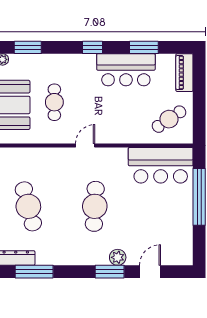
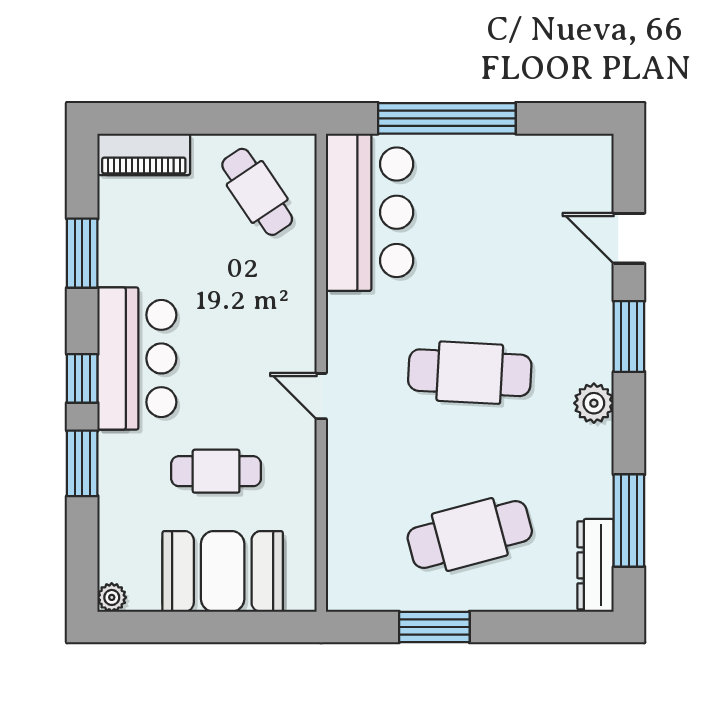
window: (28, 47) -> (82, 463), moved
bar counter: (126, 70) -> (137, 358), moved
plant: (118, 257) -> (594, 403), moved

